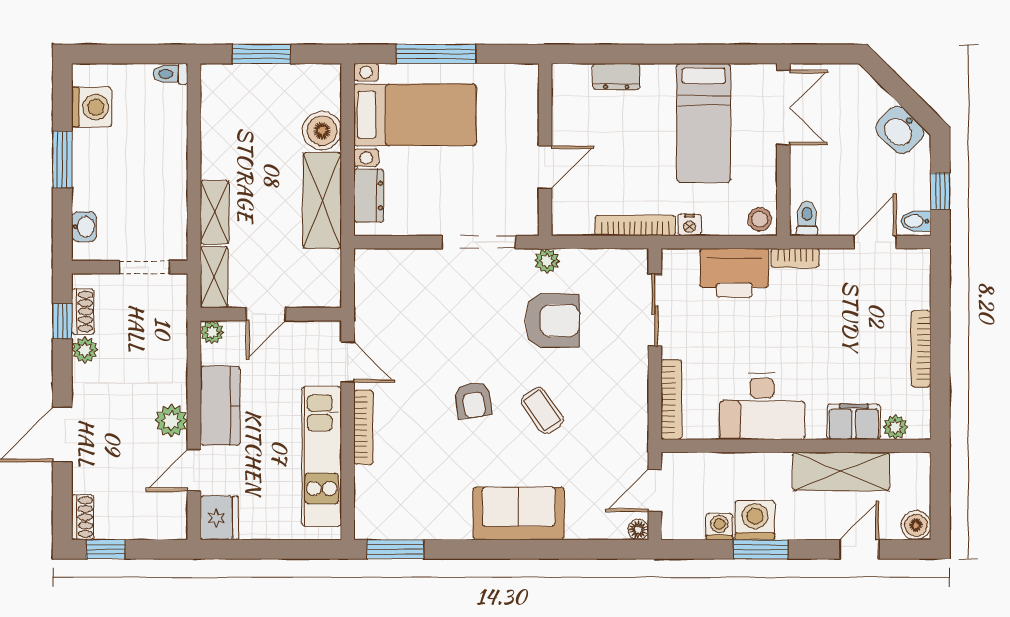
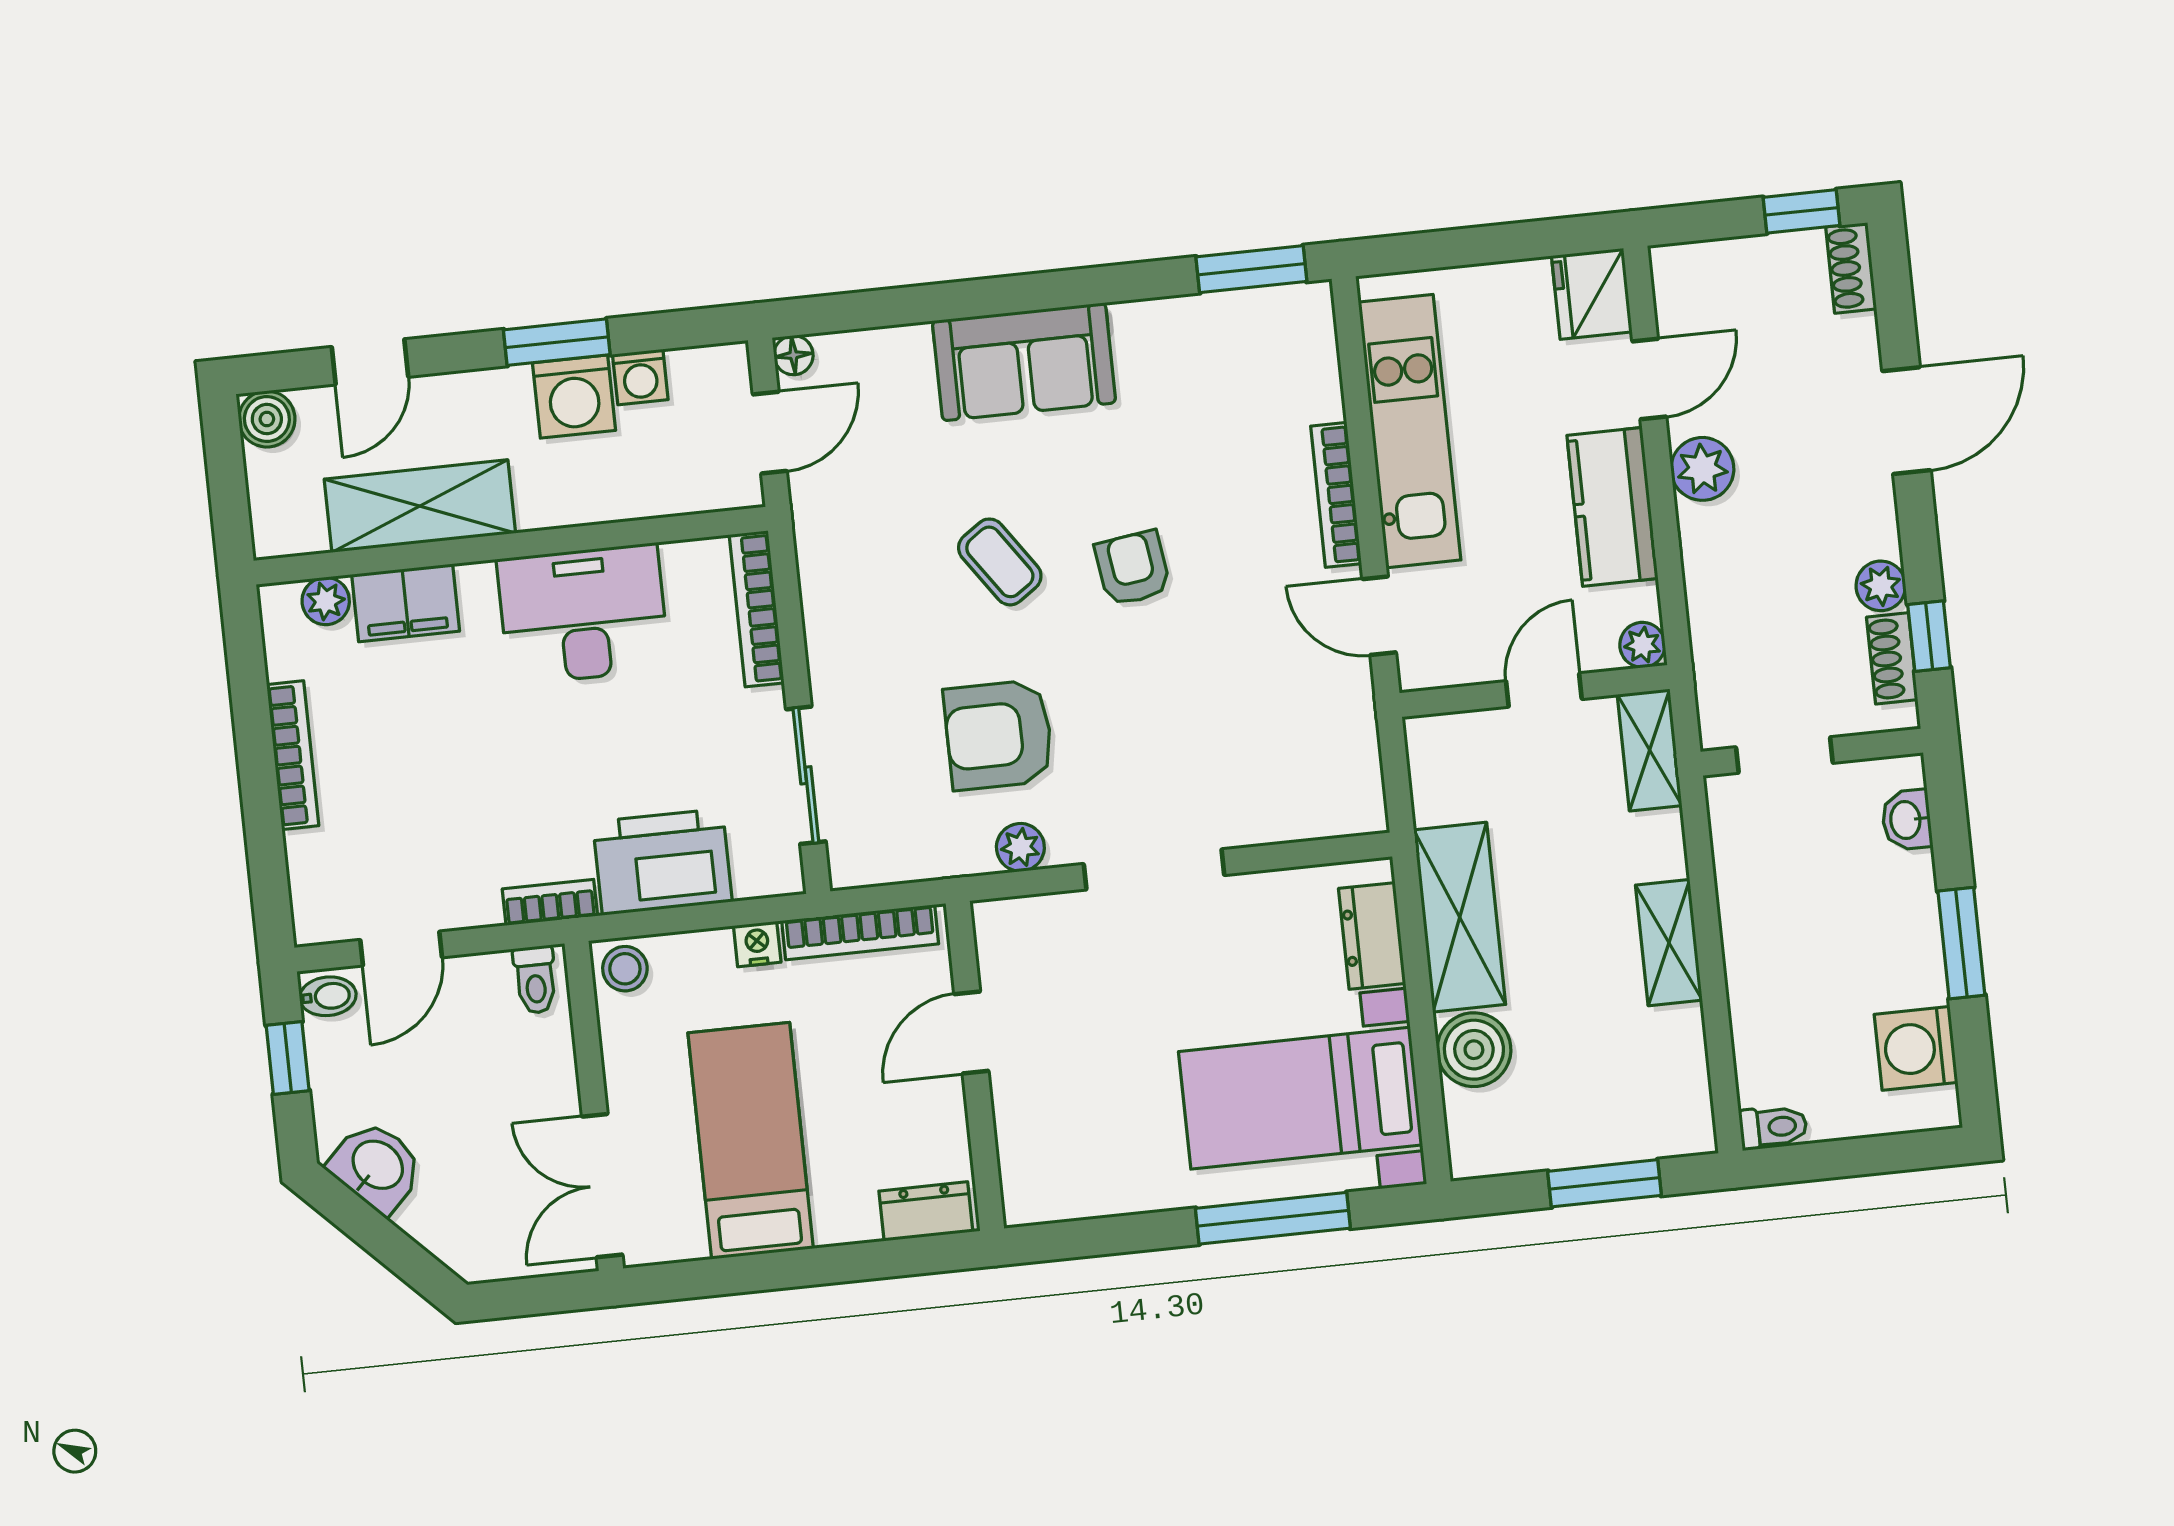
wall: (545, 150) -> (975, 1066), moved
door: (545, 167) -> (971, 1032), moved
shelving: (215, 212) -> (1669, 943), moved

